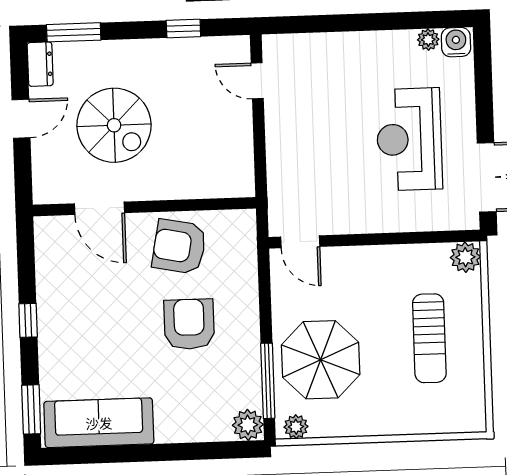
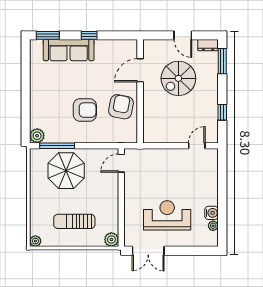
water cooler: (456, 42) -> (212, 213), moved
sofa: (99, 423) -> (69, 50), moved, turned 90
plant: (296, 427) -> (35, 241), moved

